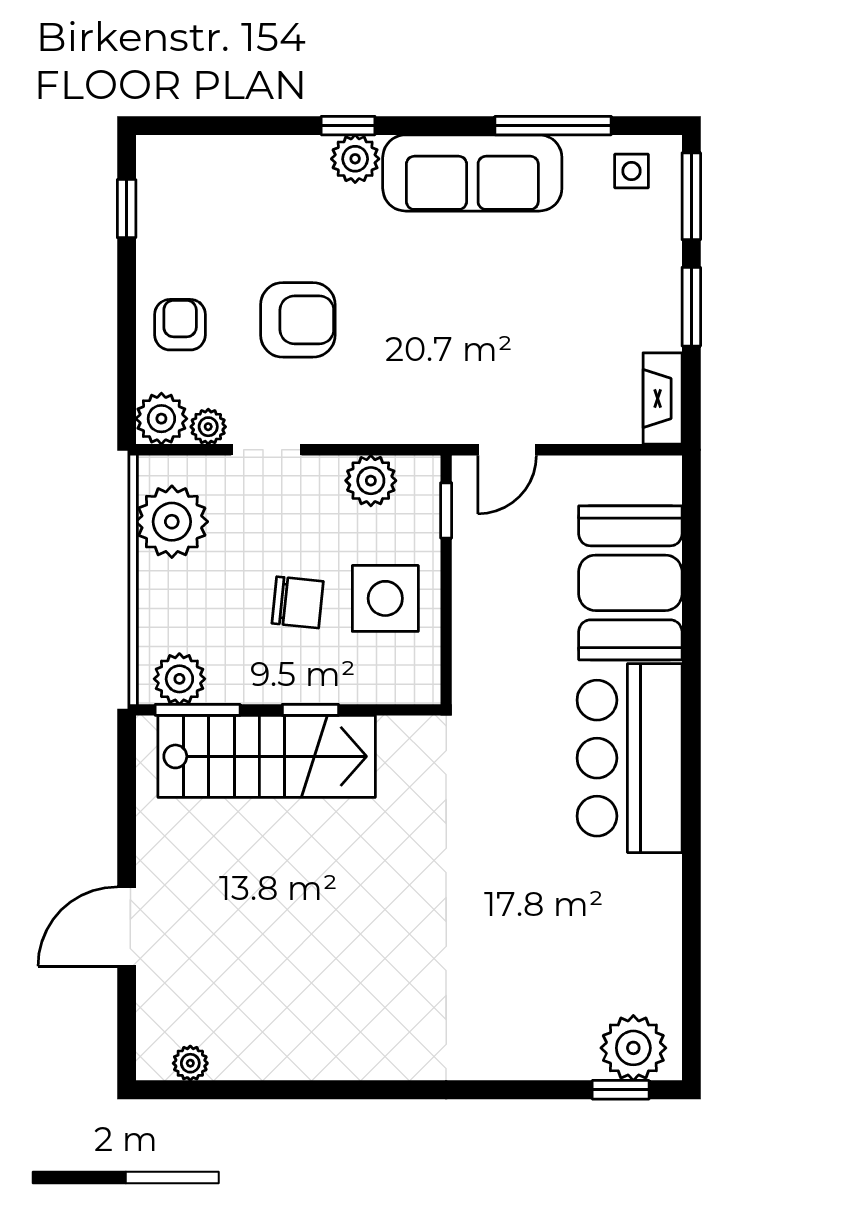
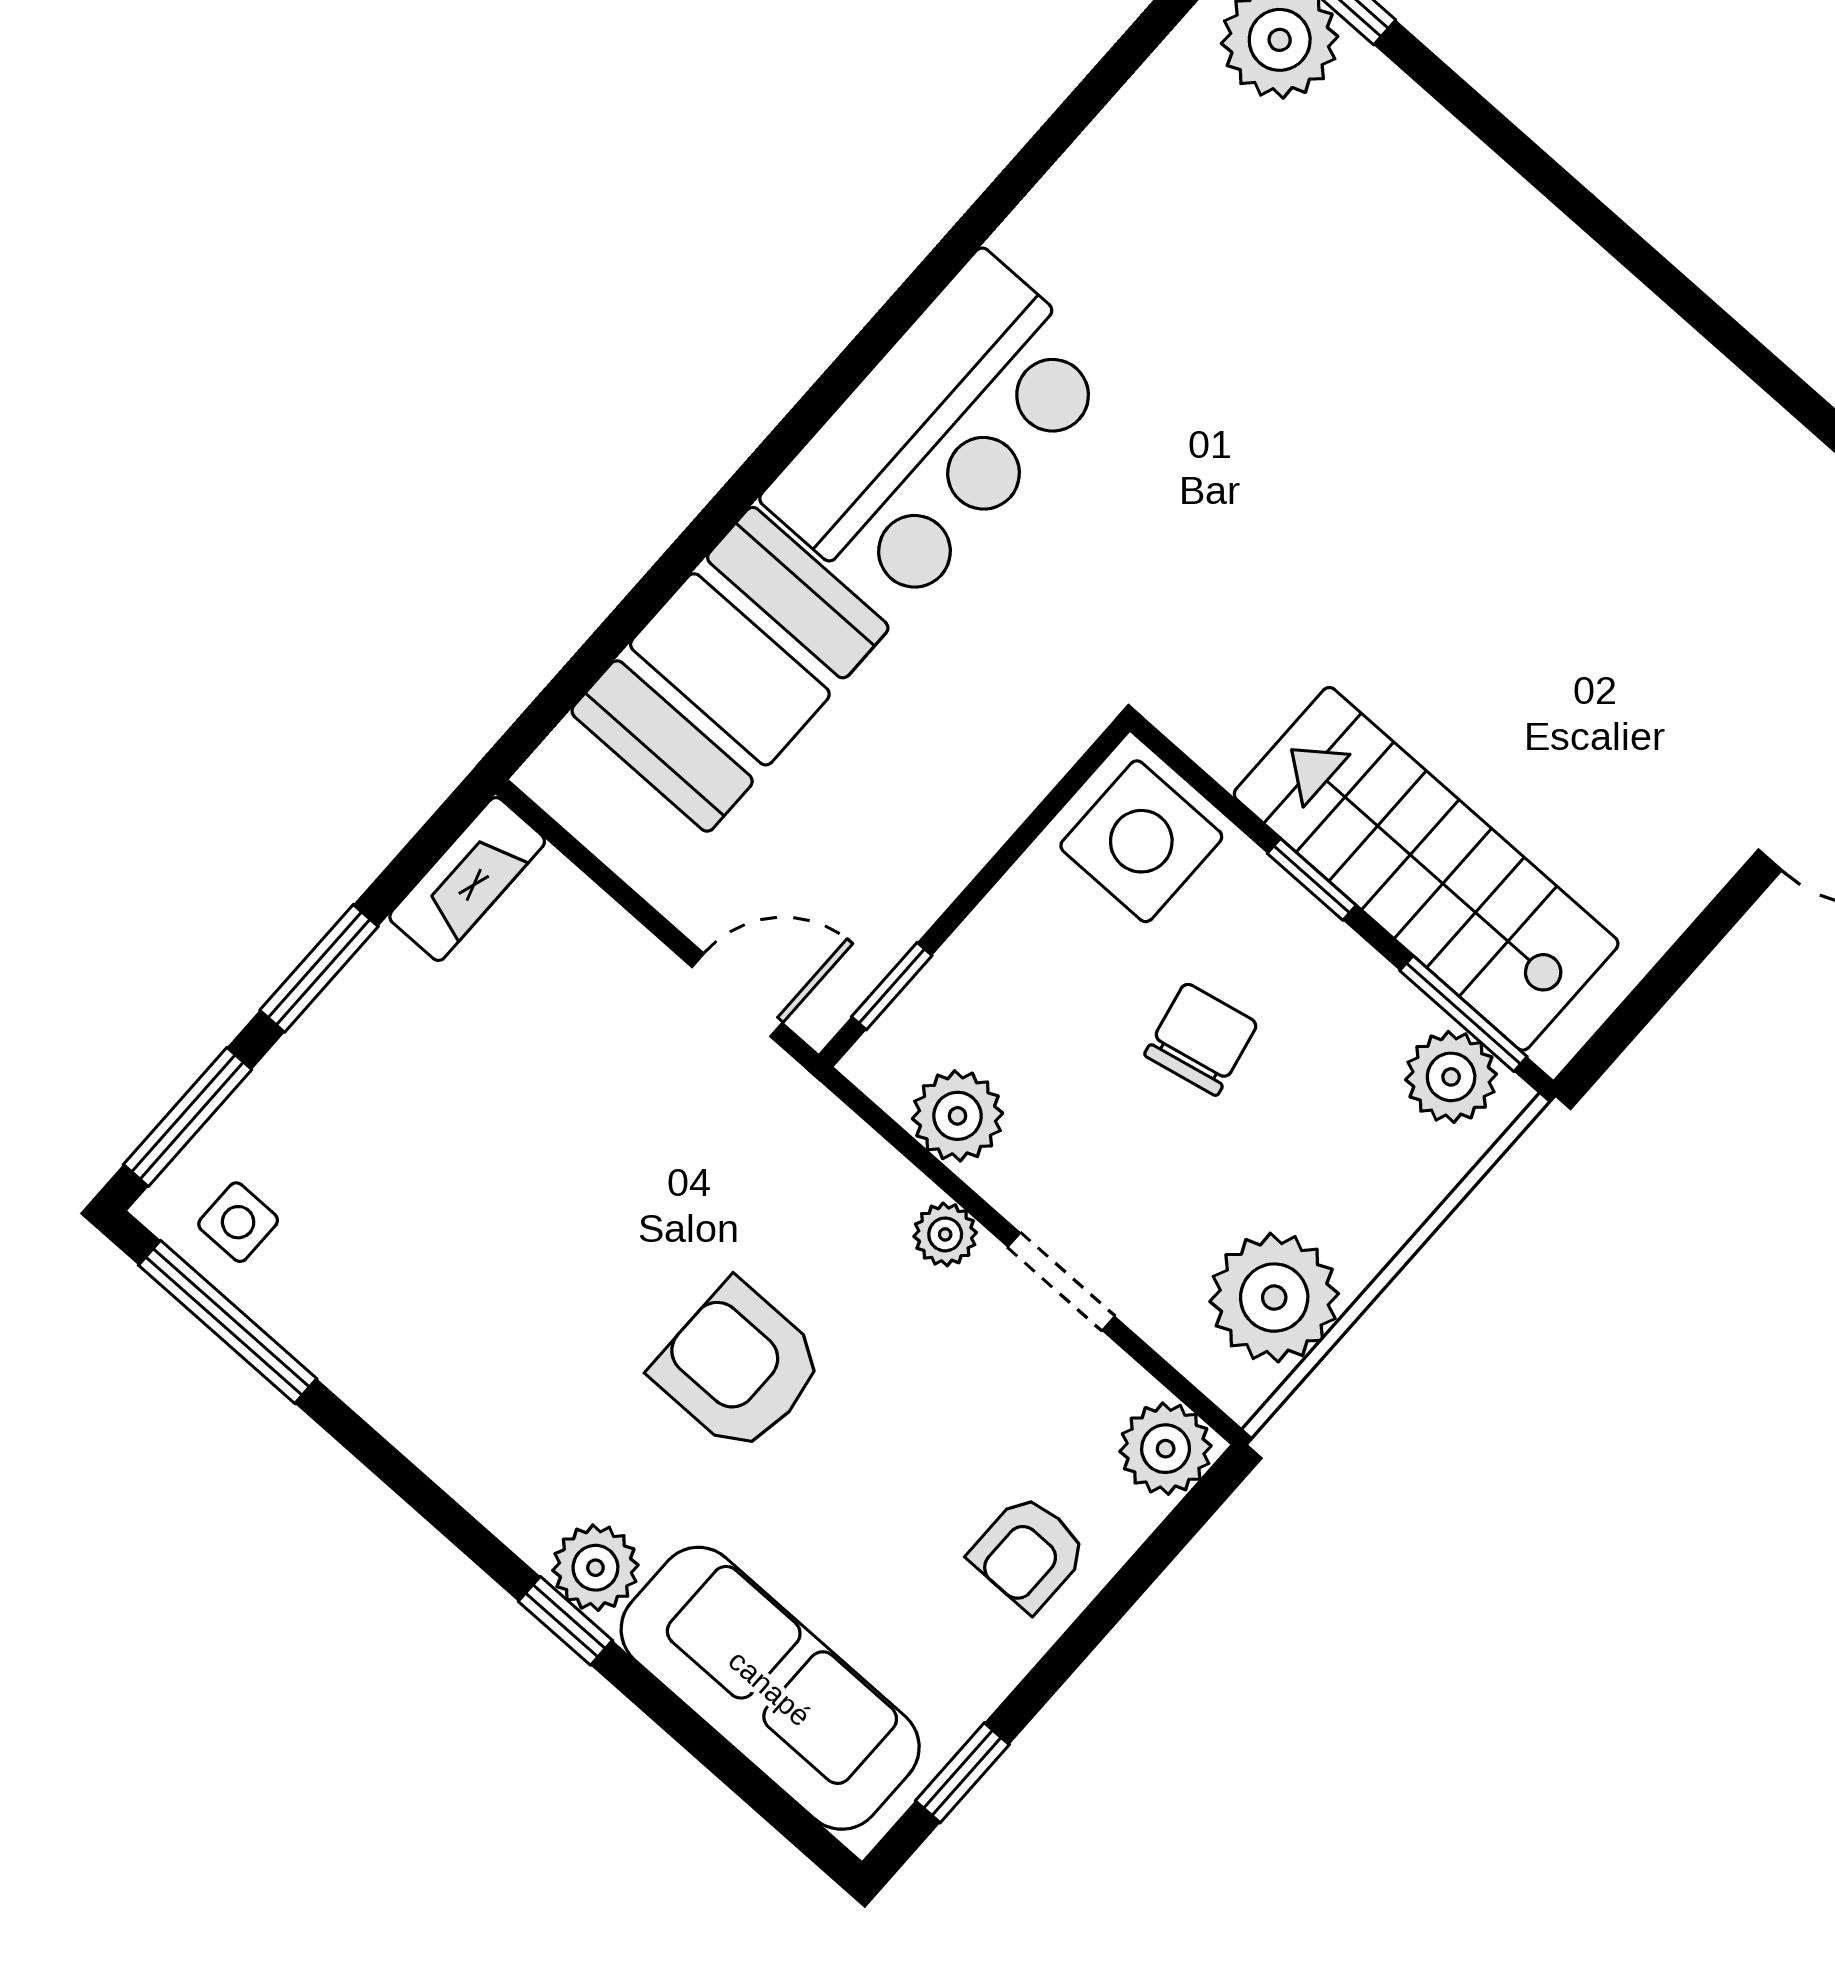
window: (553, 126) -> (228, 1322), moved
sofa: (472, 173) -> (770, 1688), moved
armchair: (298, 320) -> (739, 1367), moved
plant: (208, 427) -> (945, 1234), moved
side table: (385, 598) -> (1141, 841), moved
chair: (298, 602) -> (1201, 1039), turned 72

